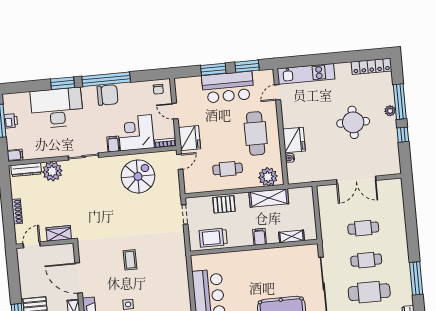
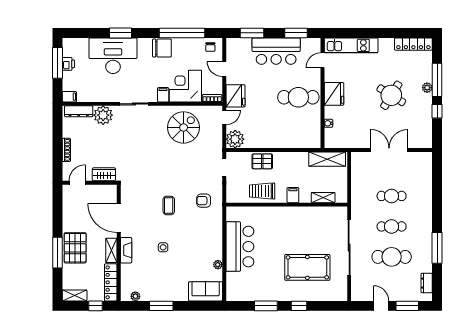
window: (213, 69) -> (252, 33), moved
window: (106, 79) -> (182, 33), moved
round table: (353, 122) -> (391, 95), turned 32
cafe table: (256, 133) -> (298, 97), turned 90
fridge: (294, 140) -> (334, 94), moved
cafe table: (228, 169) -> (269, 128), removed
plant: (268, 177) -> (235, 139), moved
double door: (356, 180) -> (389, 150), swing flipped
shelving: (269, 198) -> (327, 159), moved
trolley: (213, 238) -> (262, 191), moved
armchair: (166, 251) -> (204, 201), added

